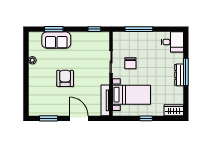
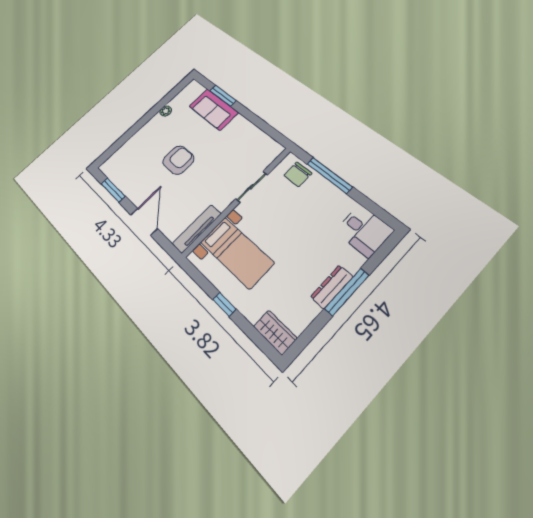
window: (94, 29) -> (270, 131), removed
chair: (130, 63) -> (298, 174), moved

